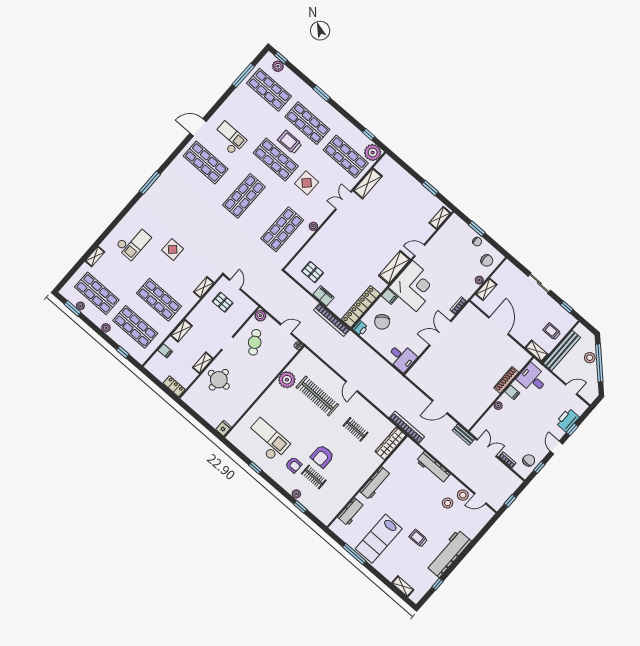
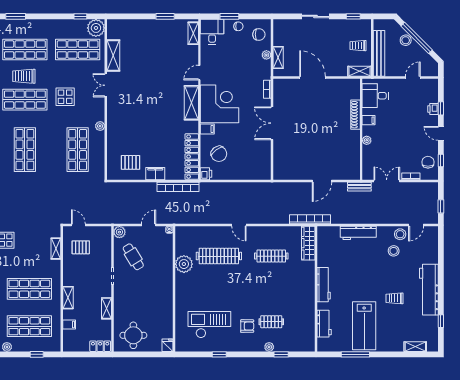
desk: (402, 357) -> (212, 32), moved, turned -90
round table: (219, 380) -> (133, 335), moved
printer: (567, 420) -> (433, 109), width x0.53, depth x0.68
clothes rail: (355, 429) -> (271, 256), width x1.36
armchair: (322, 456) -> (264, 300), removed

